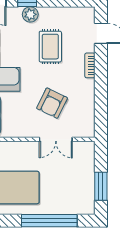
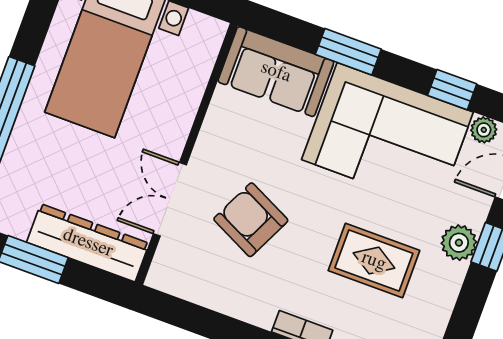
dresser: (86, 166) -> (88, 243), added

